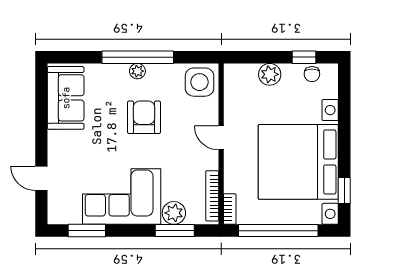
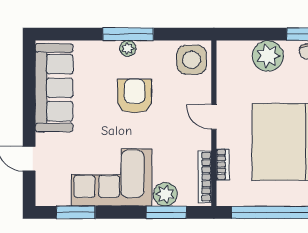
window: (138, 57) -> (128, 34), width x0.68
plant: (270, 74) -> (268, 56), width x1.36, depth x1.36
sofa: (66, 98) -> (54, 88), width x1.36
bookcase: (230, 209) -> (223, 164), moved

